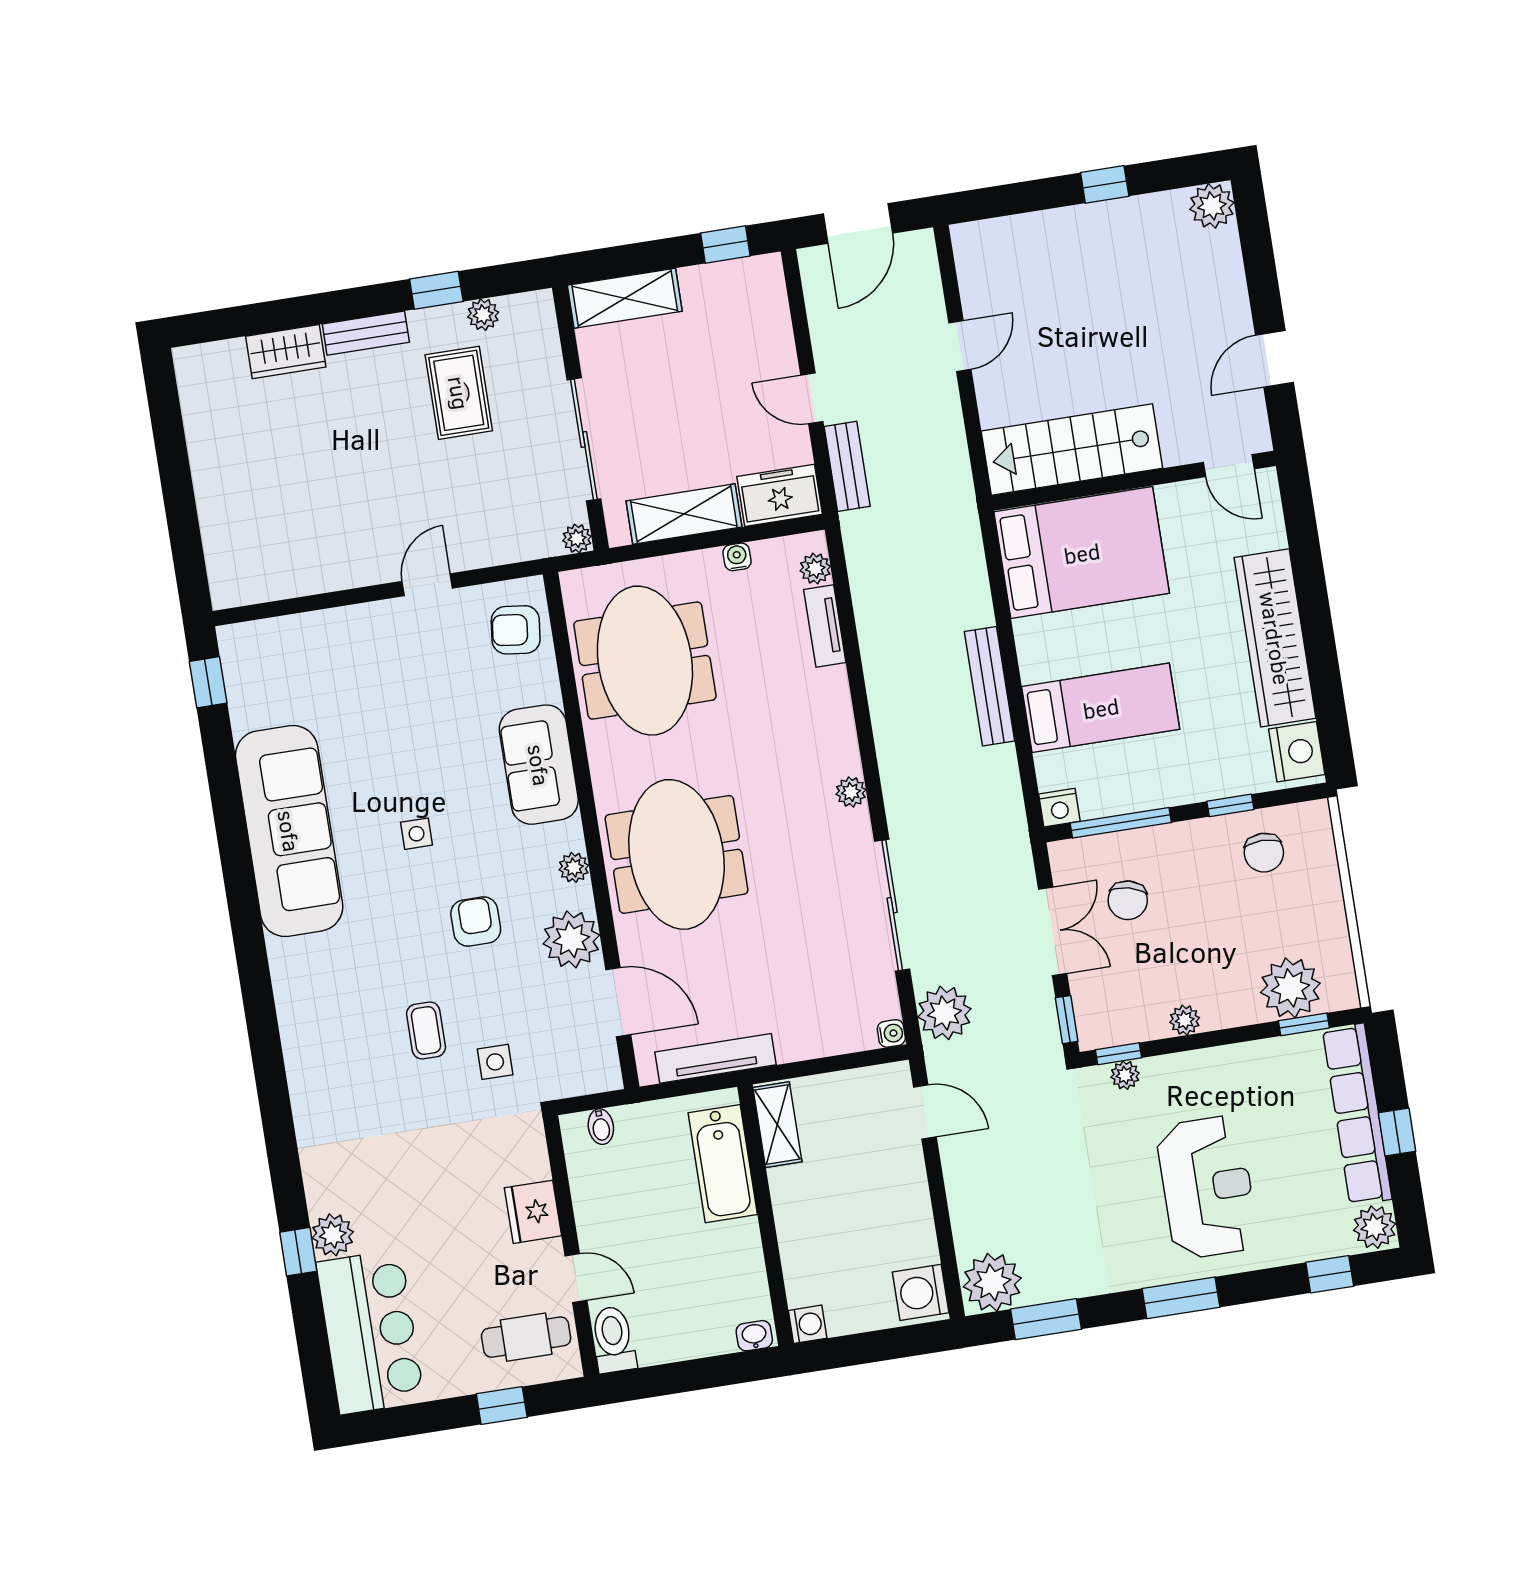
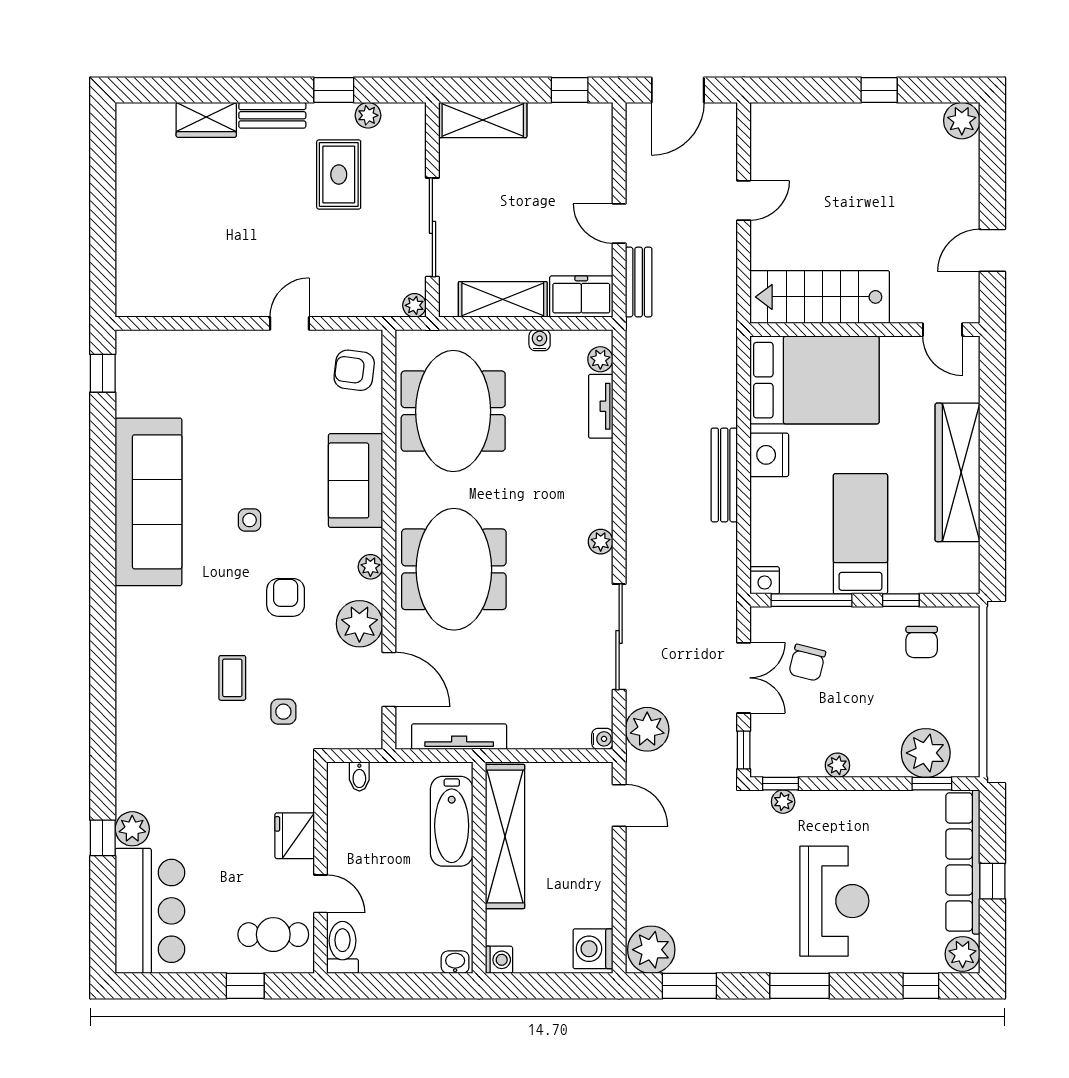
bed: (1101, 708) -> (860, 534), moved, turned -90
nightstand: (1297, 752) -> (769, 455), moved, turned 180
shelving: (777, 1125) -> (505, 836), width x2.20, depth x1.33

